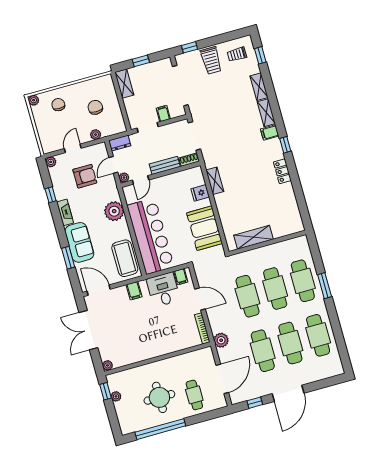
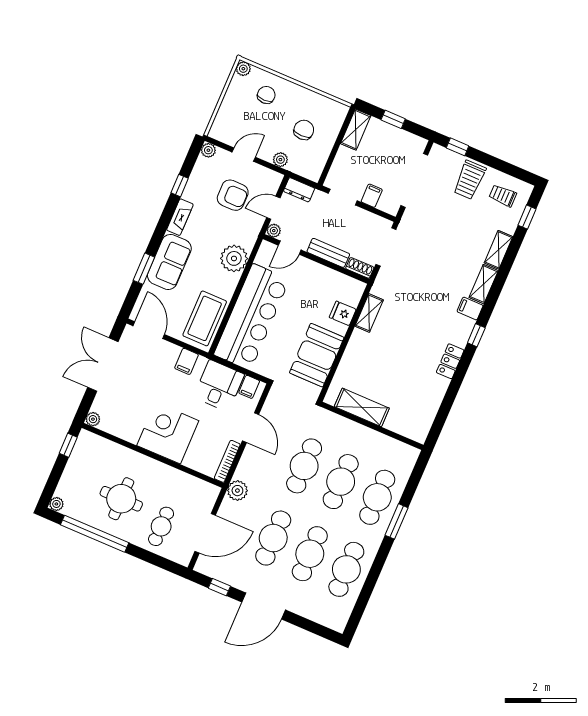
corner desk: (156, 339) -> (168, 433), added
plant: (116, 396) -> (56, 504), moved

